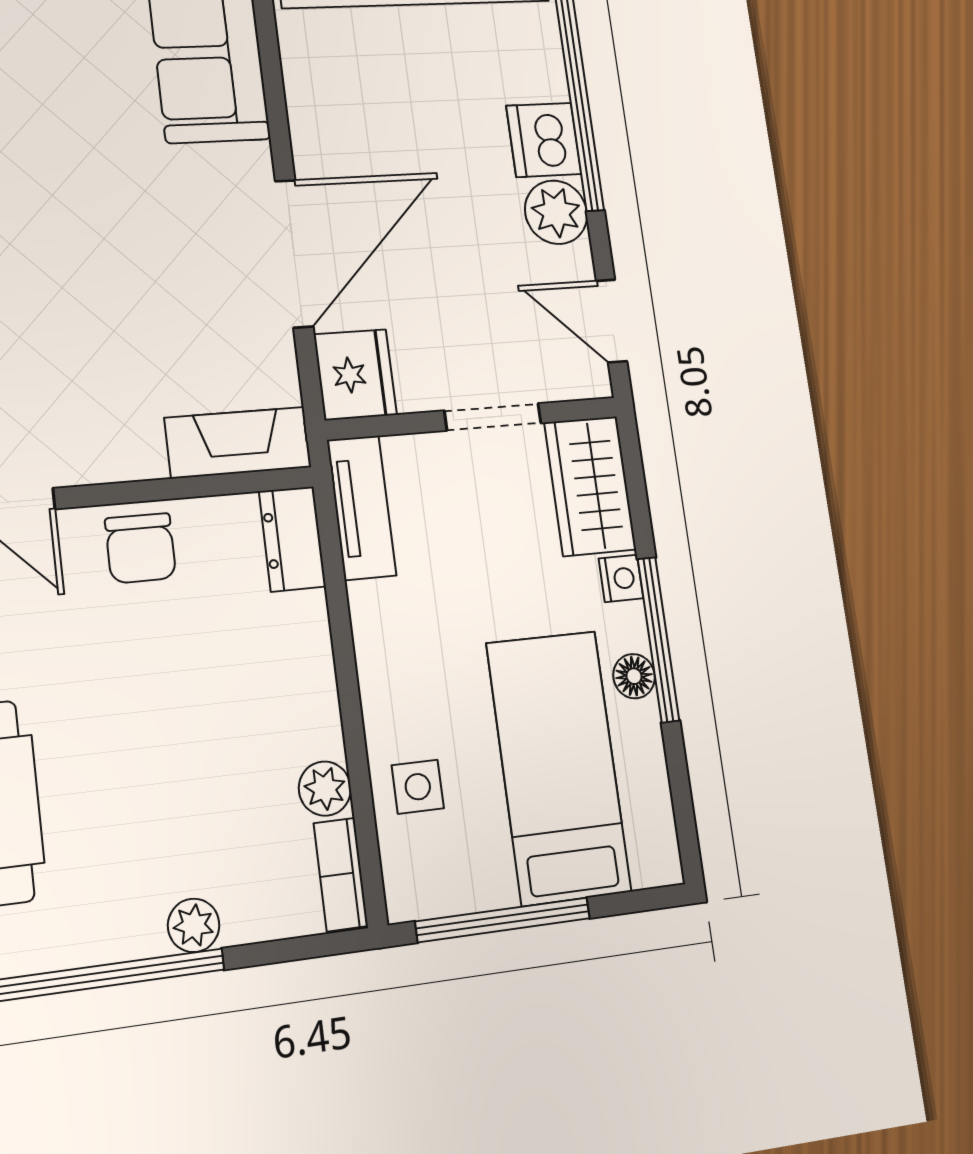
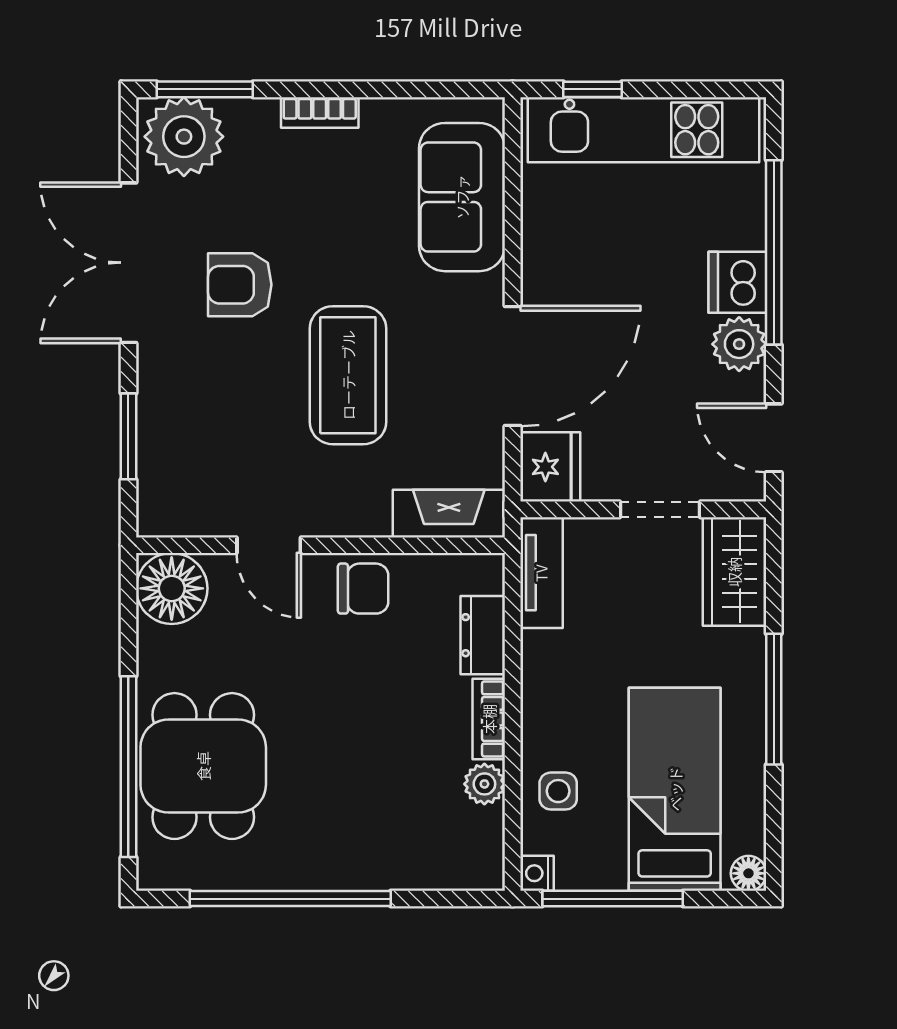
coffee table: (91, 277) -> (348, 375), added
dresser: (292, 539) -> (483, 635), moved
chair: (141, 548) -> (363, 589), turned -90
nightstand: (621, 578) -> (537, 873), moved, turned 180
floor lamp: (634, 676) -> (748, 873), moved
bookcase: (341, 875) -> (489, 719), moved
plant: (194, 925) -> (372, 871), removed

